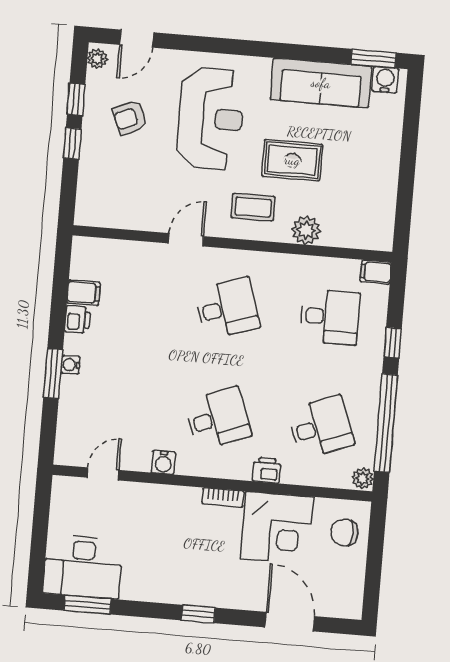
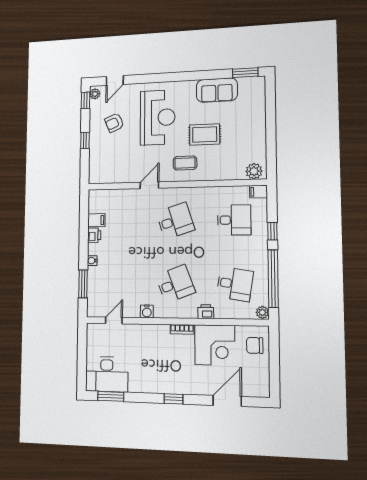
water cooler: (385, 80) -> (253, 83), removed
sofa: (321, 83) -> (217, 90), width x0.73
window: (76, 99) -> (86, 100), moved
plant: (306, 230) -> (254, 171), moved
window: (53, 373) -> (83, 284), moved
desk: (321, 427) -> (235, 284), turned 30
door: (290, 622) -> (227, 401), hinge flipped

